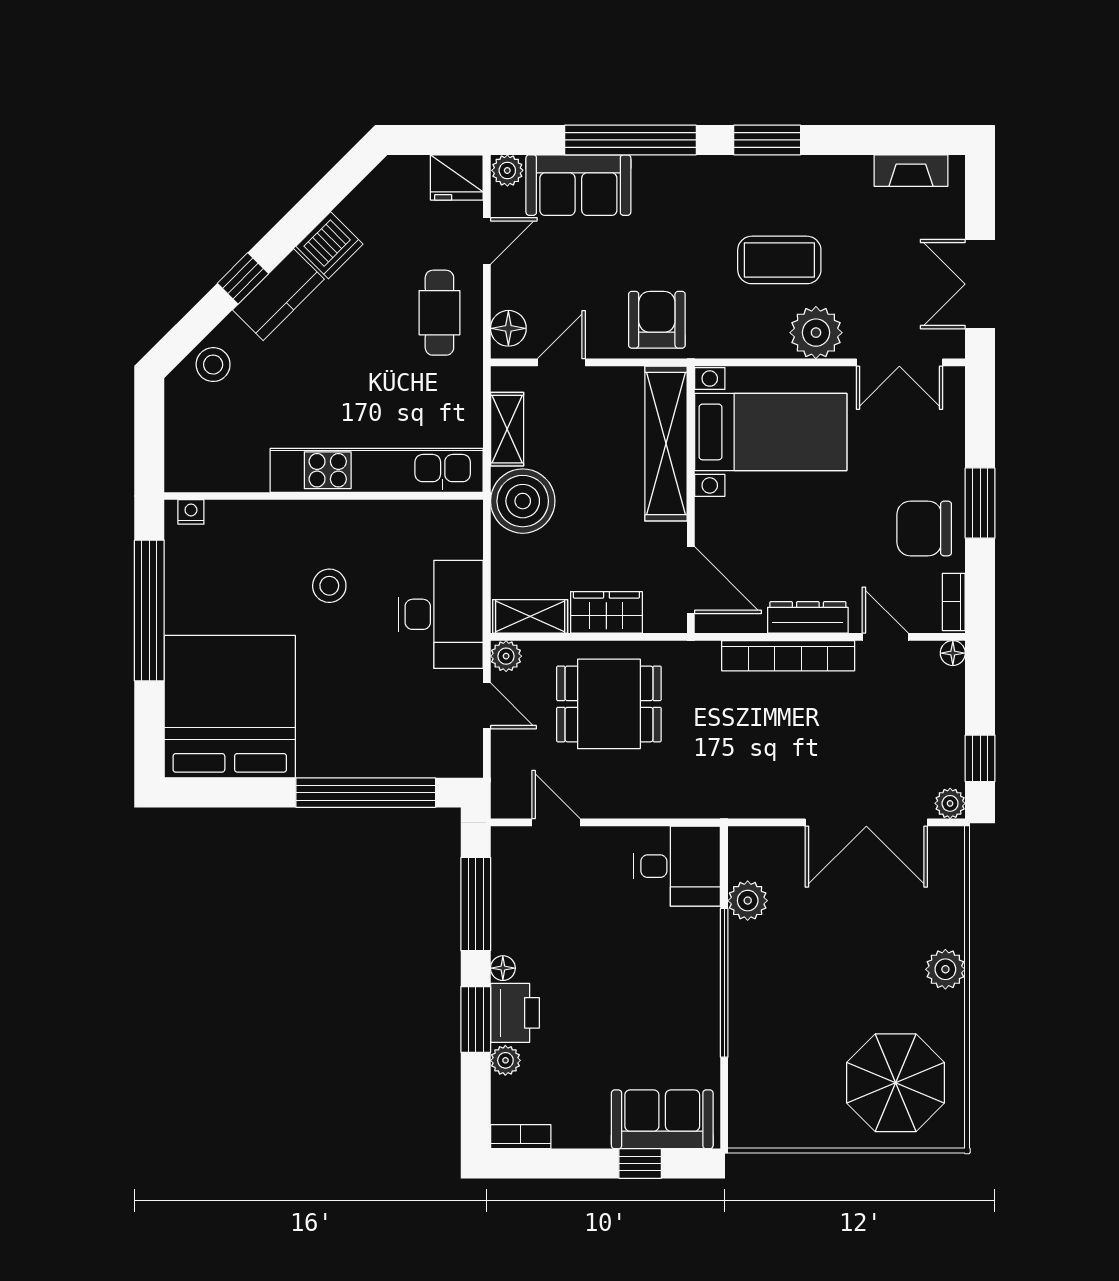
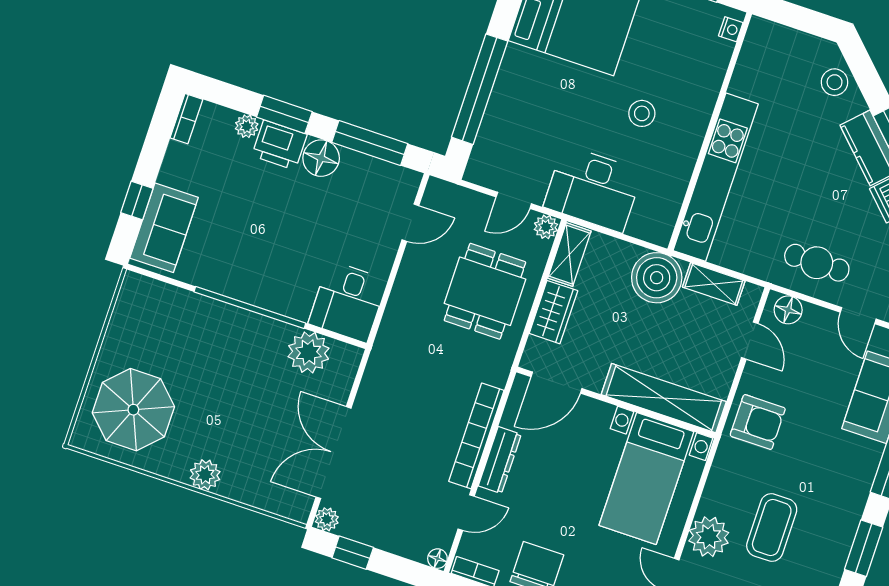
plant: (748, 901) -> (309, 352), width x1.36, depth x1.36
floor lamp: (503, 968) -> (321, 158), width x1.89, depth x1.89

